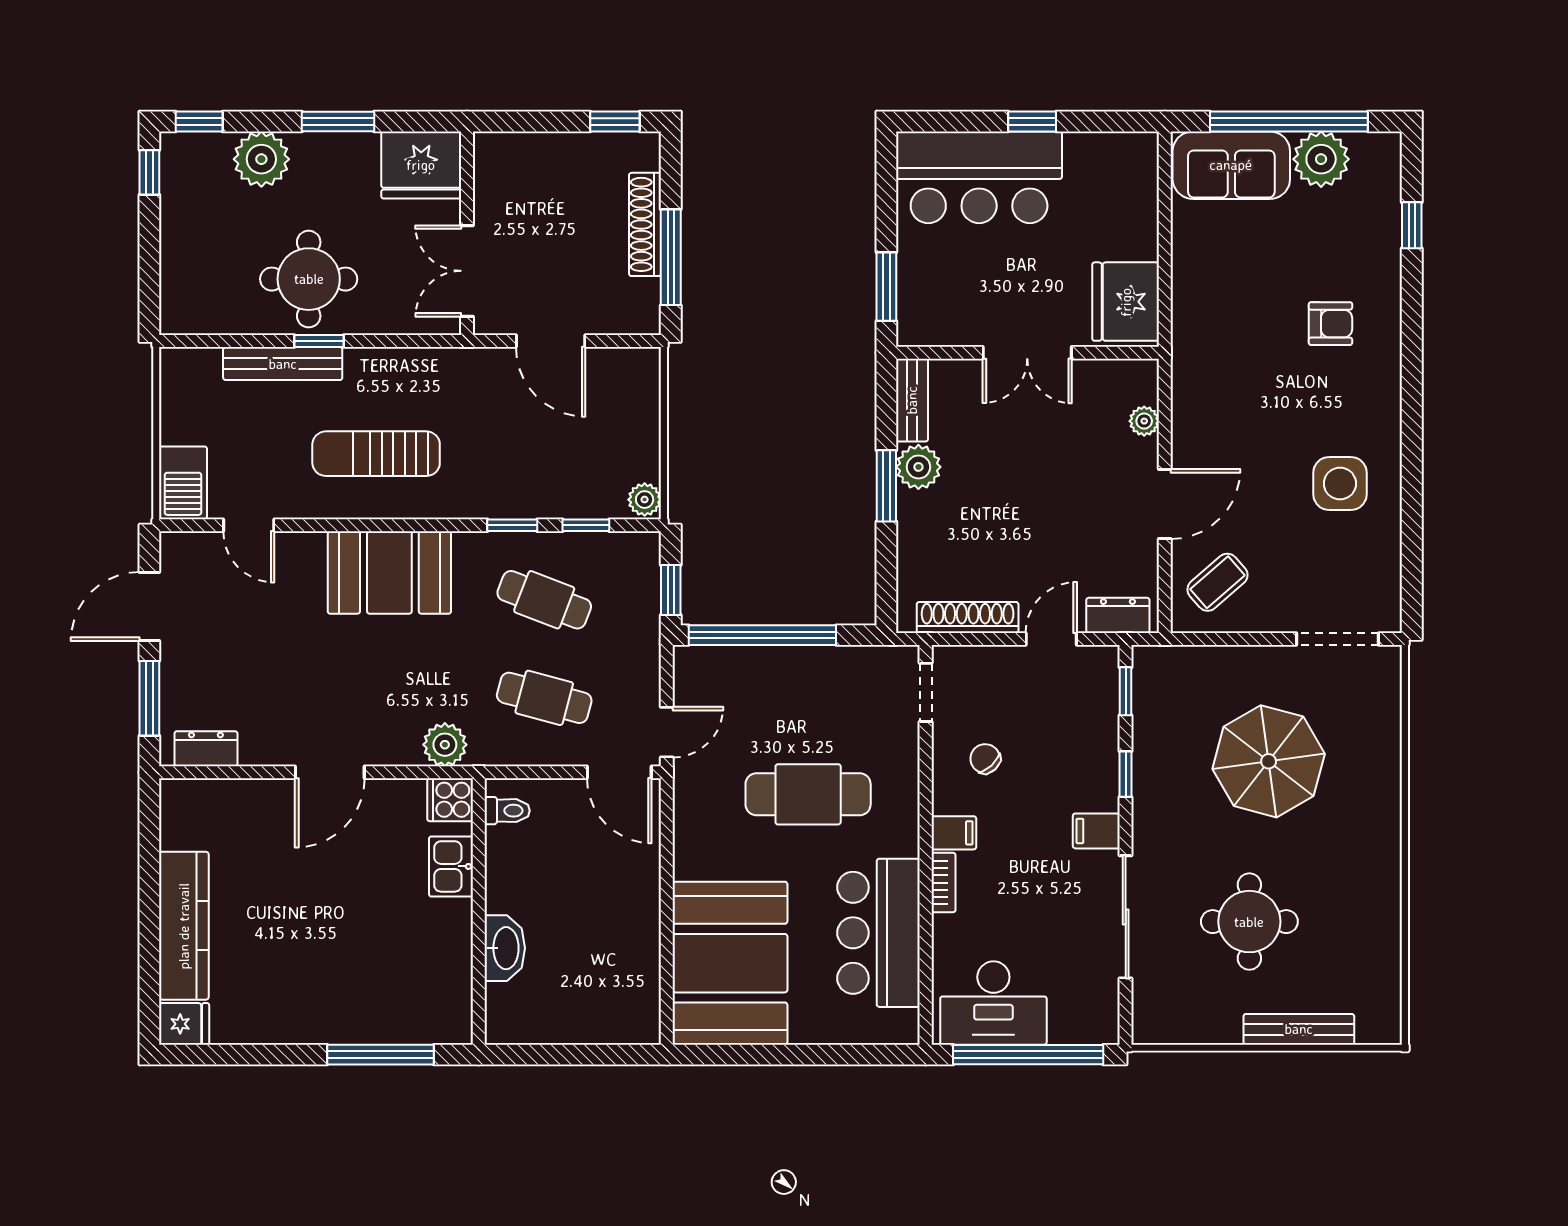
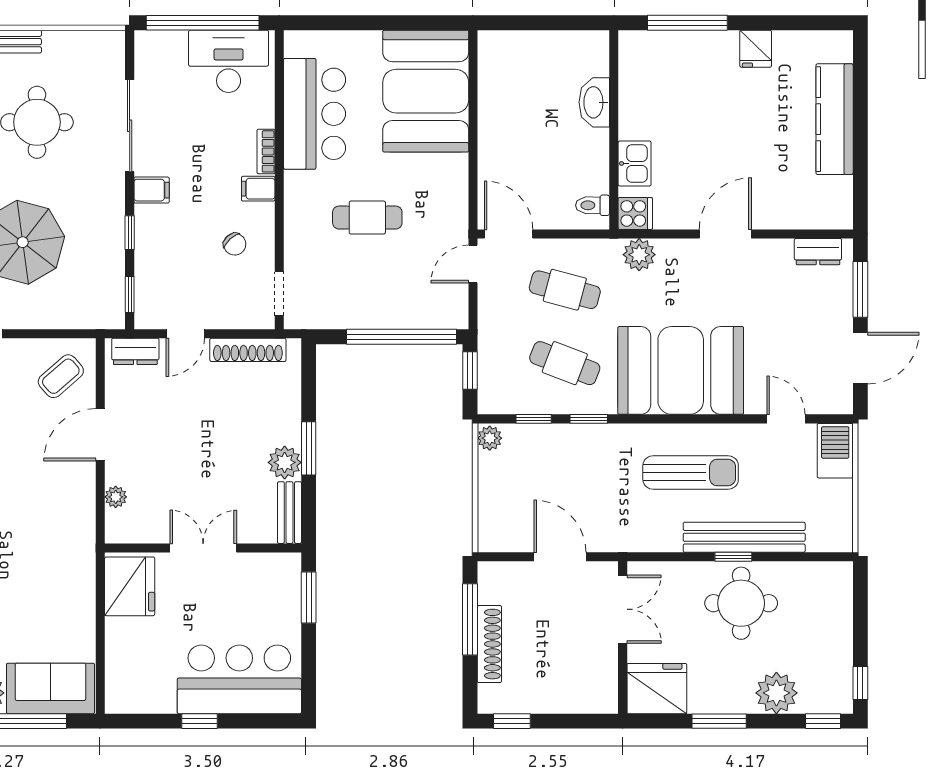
bench: (283, 364) -> (744, 537), width x1.37, depth x1.21
booth: (389, 573) -> (681, 370), width x1.36, depth x1.42
cafe table: (808, 794) -> (367, 218), width x0.73, depth x0.74
fridge: (184, 1024) -> (756, 49), moved, turned -90

